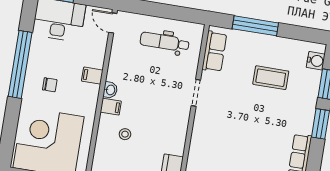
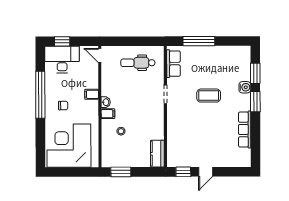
water cooler: (316, 61) -> (245, 87), moved
coffee table: (271, 78) -> (209, 96), moved

